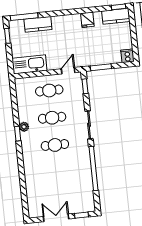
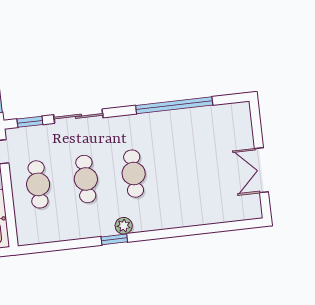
sliding door: (89, 125) -> (78, 116), moved
plant: (24, 127) -> (124, 226), moved
window: (81, 215) -> (256, 126), removed

